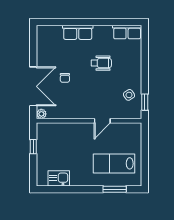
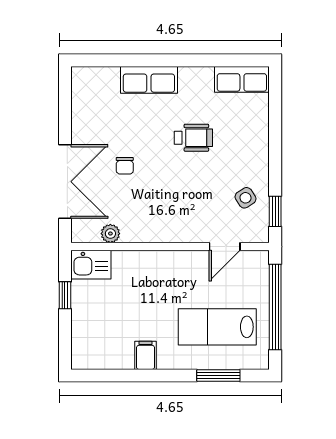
plant: (41, 114) -> (110, 234), moved
door: (102, 121) -> (225, 247), moved
window: (145, 153) -> (275, 307), added
kitchen sink: (59, 178) -> (91, 265), moved, turned 180
filing cabinet: (76, 179) -> (146, 355), added

